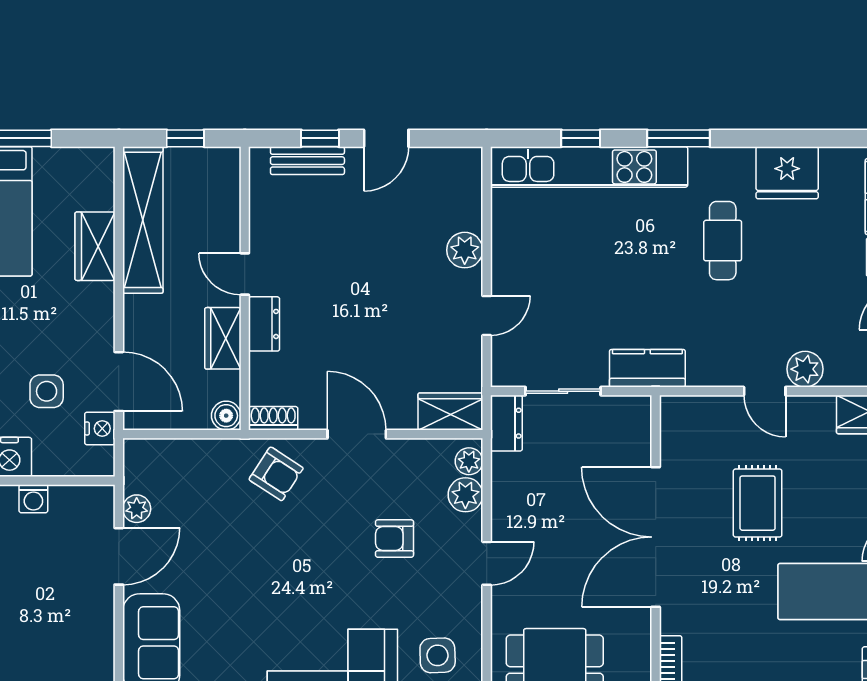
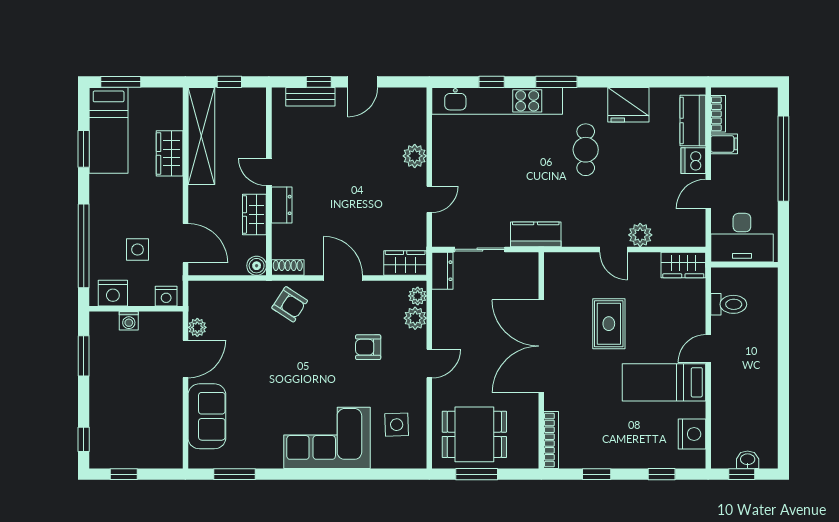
nightstand: (100, 428) -> (166, 296), moved, turned 90

